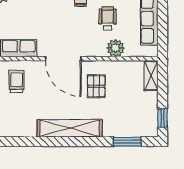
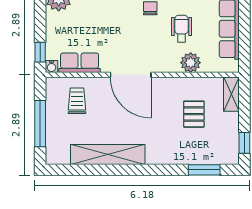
pallet: (96, 86) -> (194, 114), moved
shelving: (70, 128) -> (108, 155), moved

